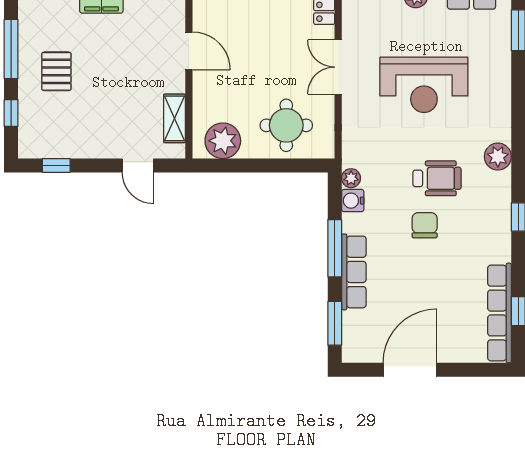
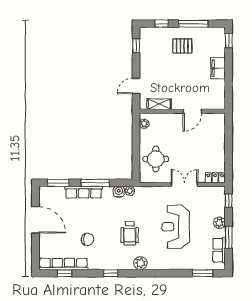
plant: (223, 141) -> (144, 124), width x0.53, depth x0.53
chair: (425, 225) -> (87, 239), moved

